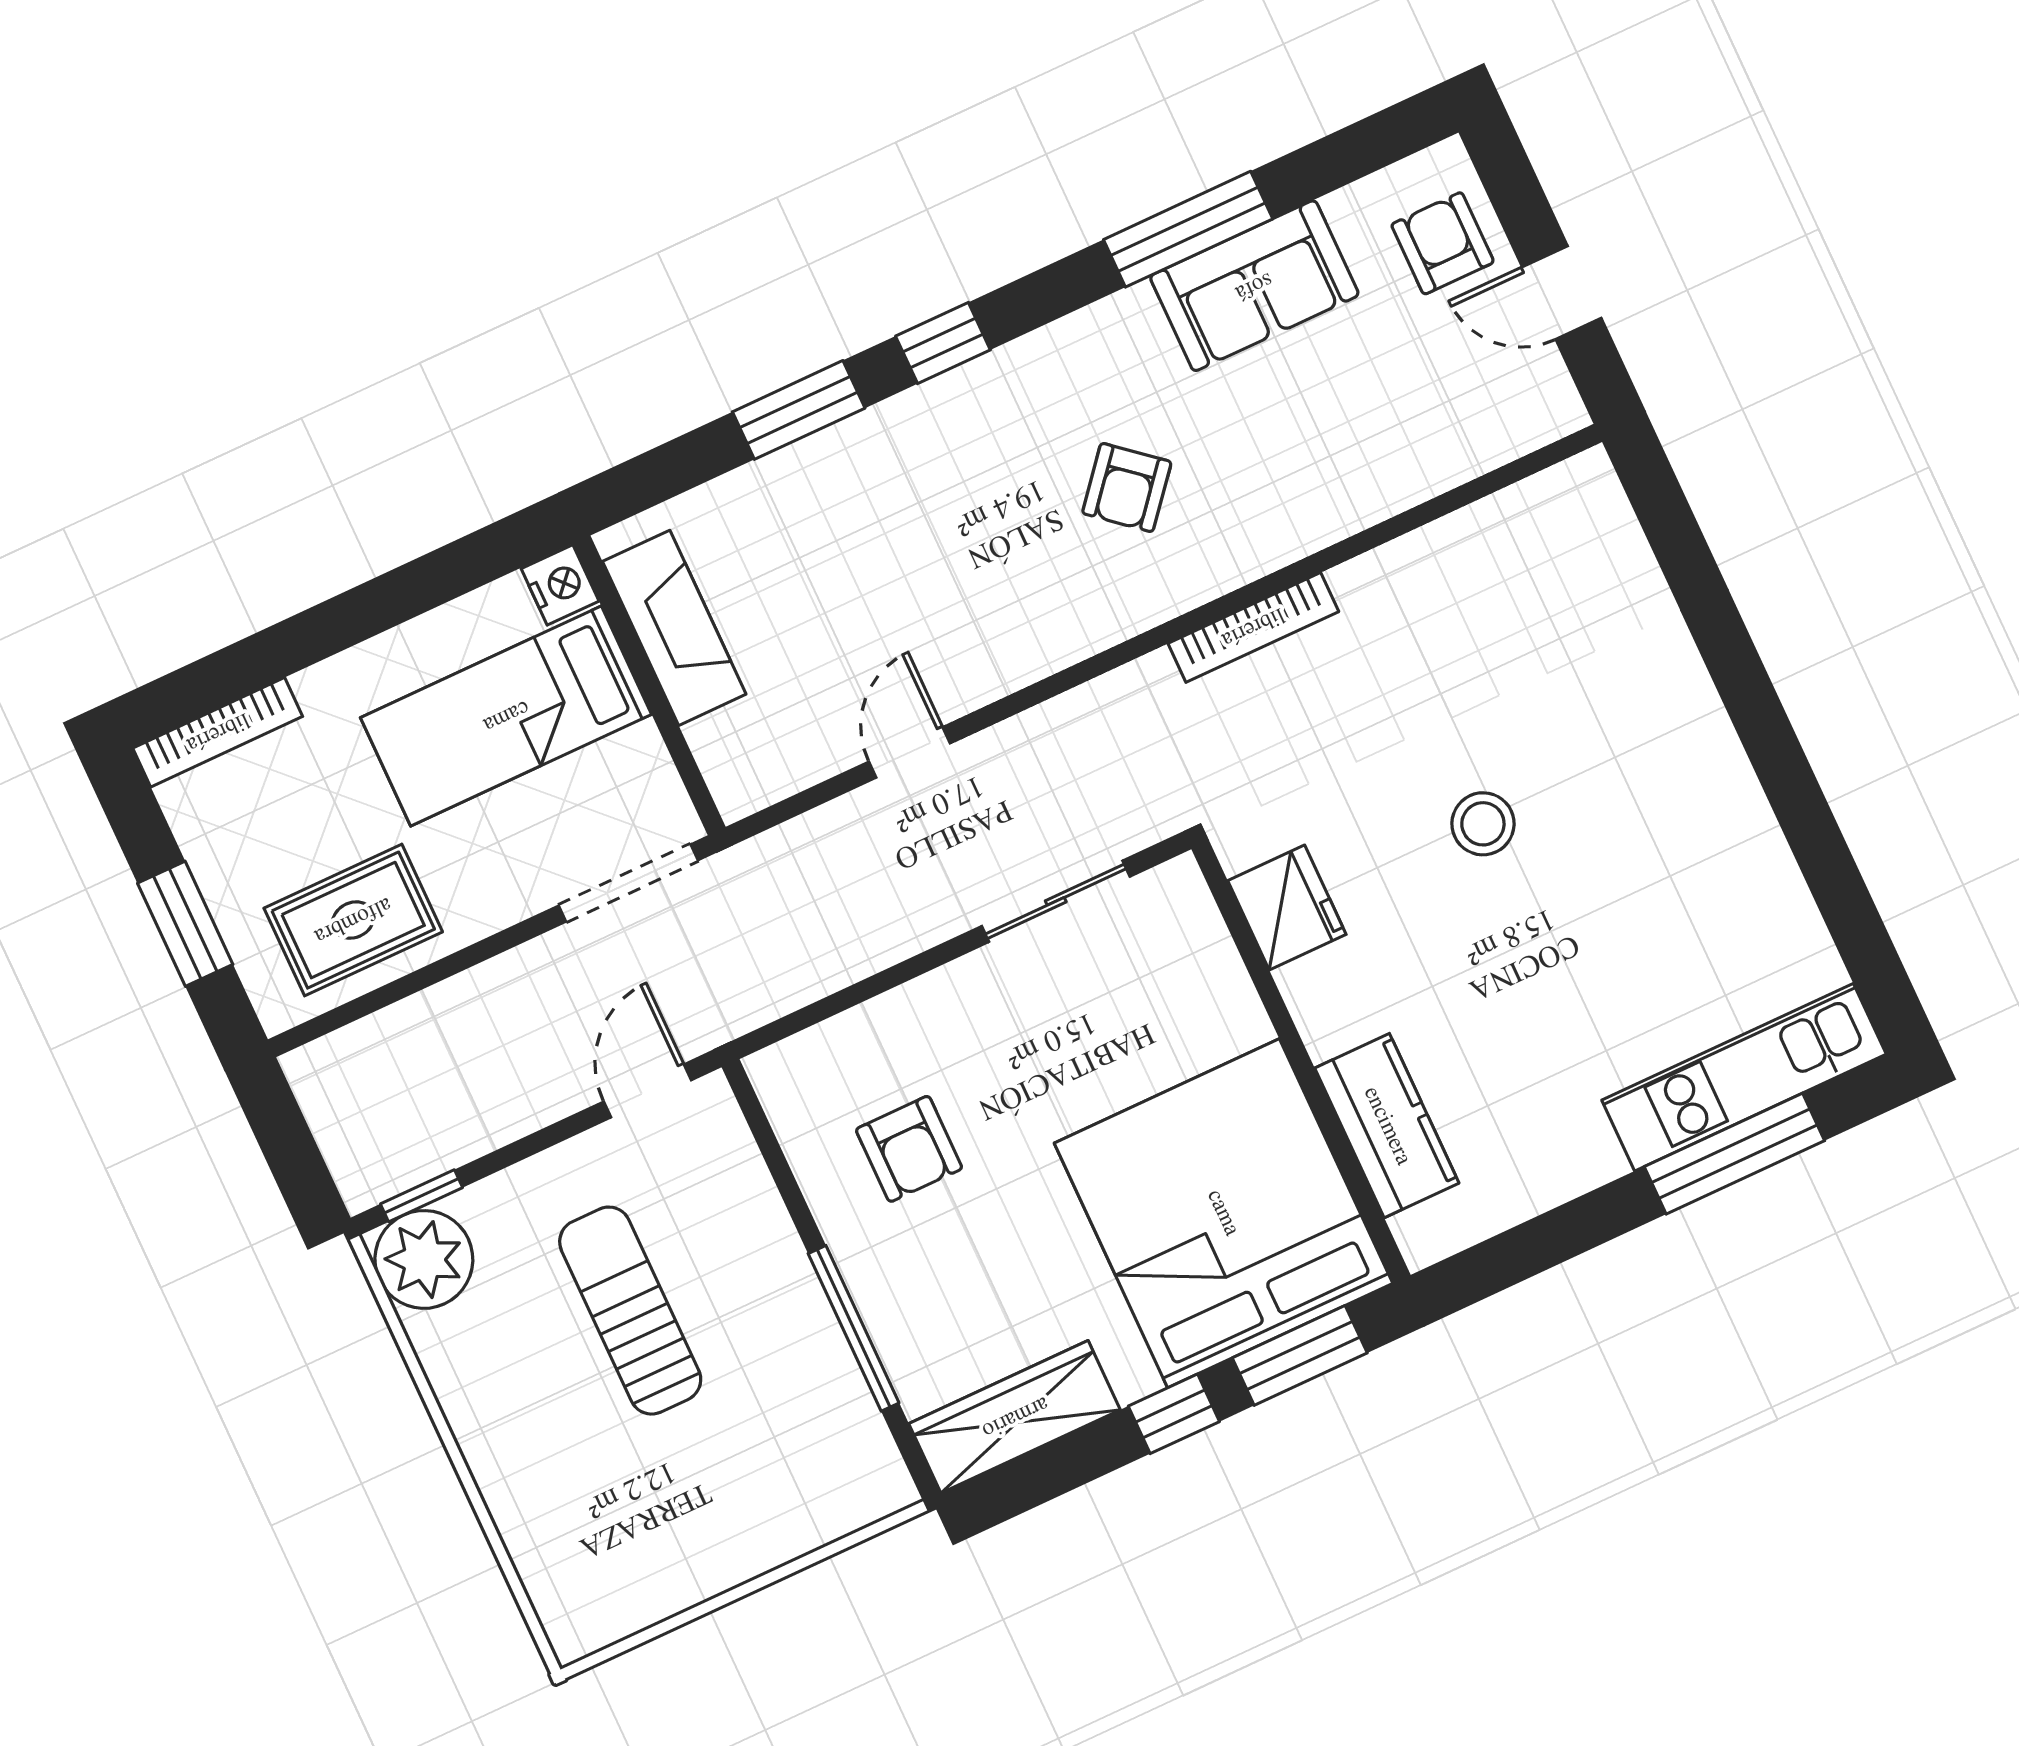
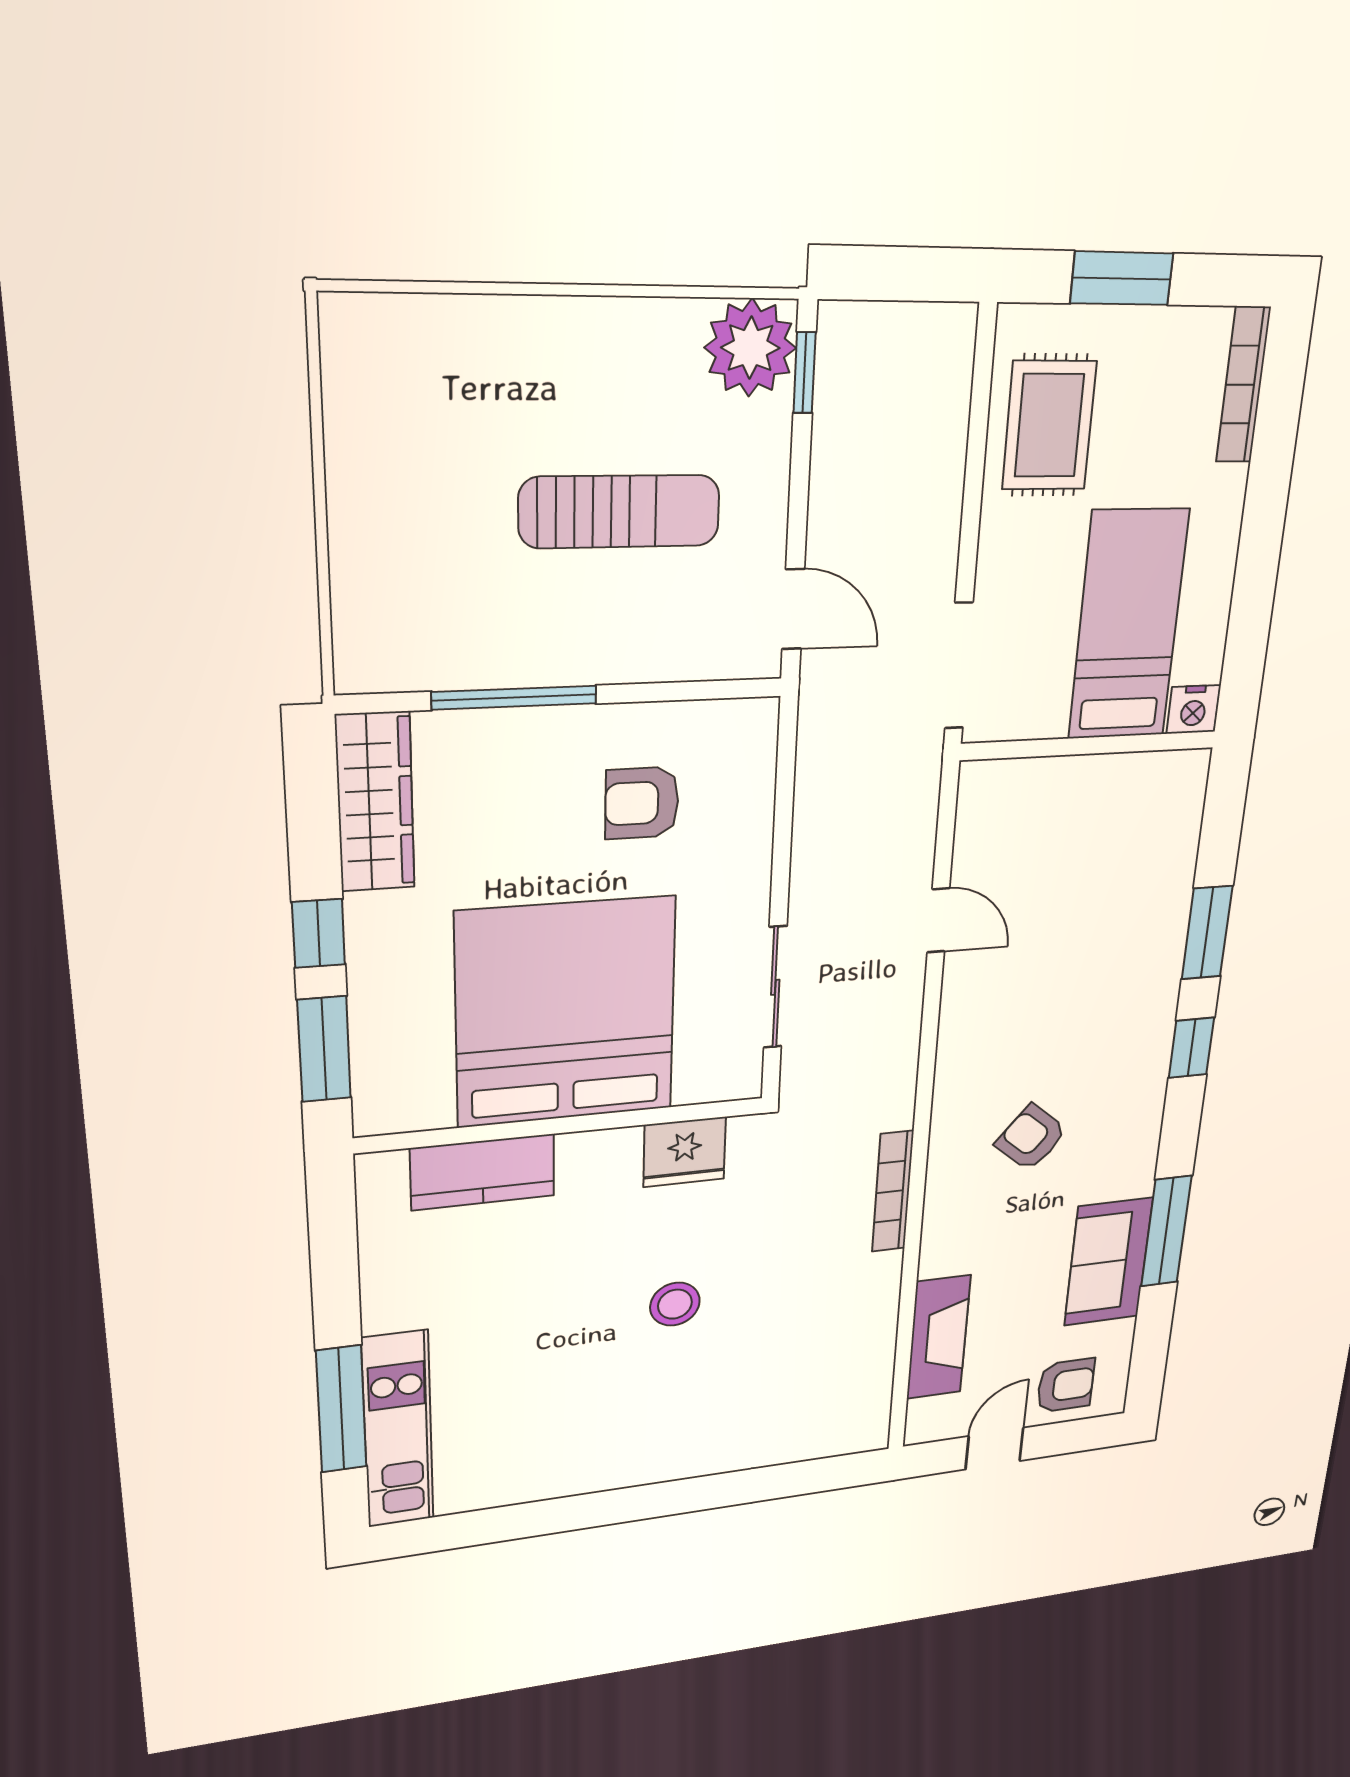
fireplace: (674, 628) -> (939, 1337), moved, turned -90
bed: (1223, 1213) -> (566, 1013), moved, turned -90

